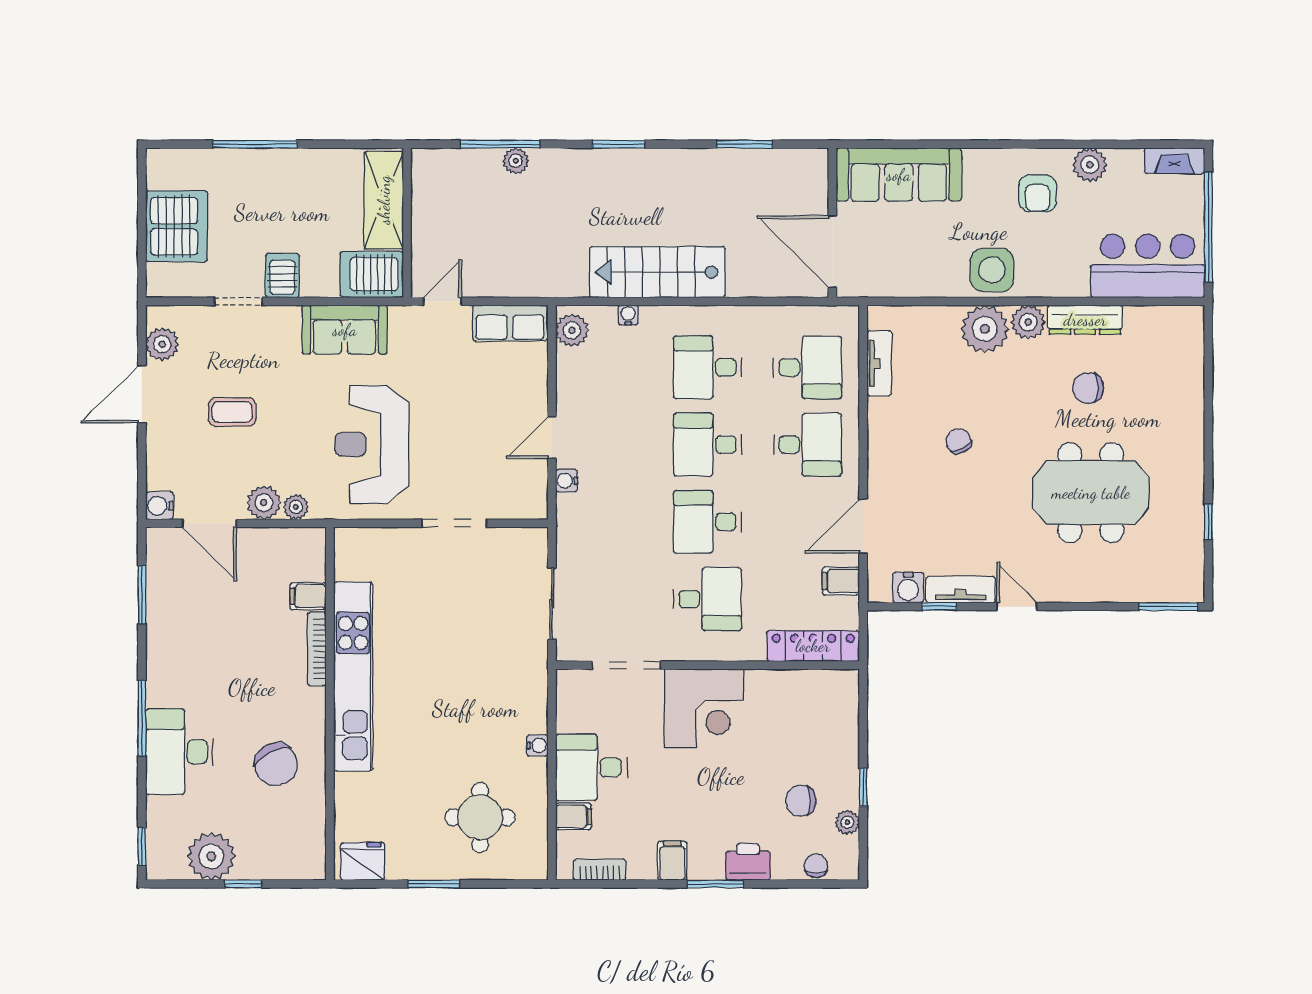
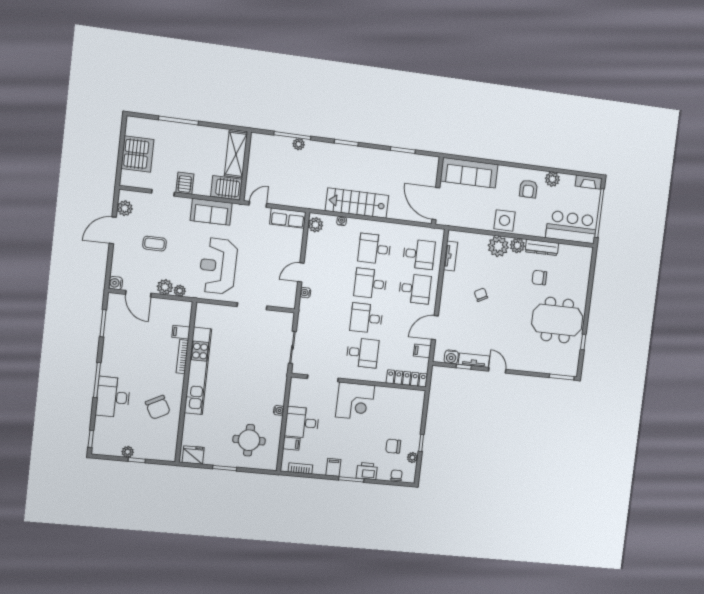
meeting table: (1091, 493) -> (557, 320), moved
plant: (211, 856) -> (128, 452), width x0.53, depth x0.53

